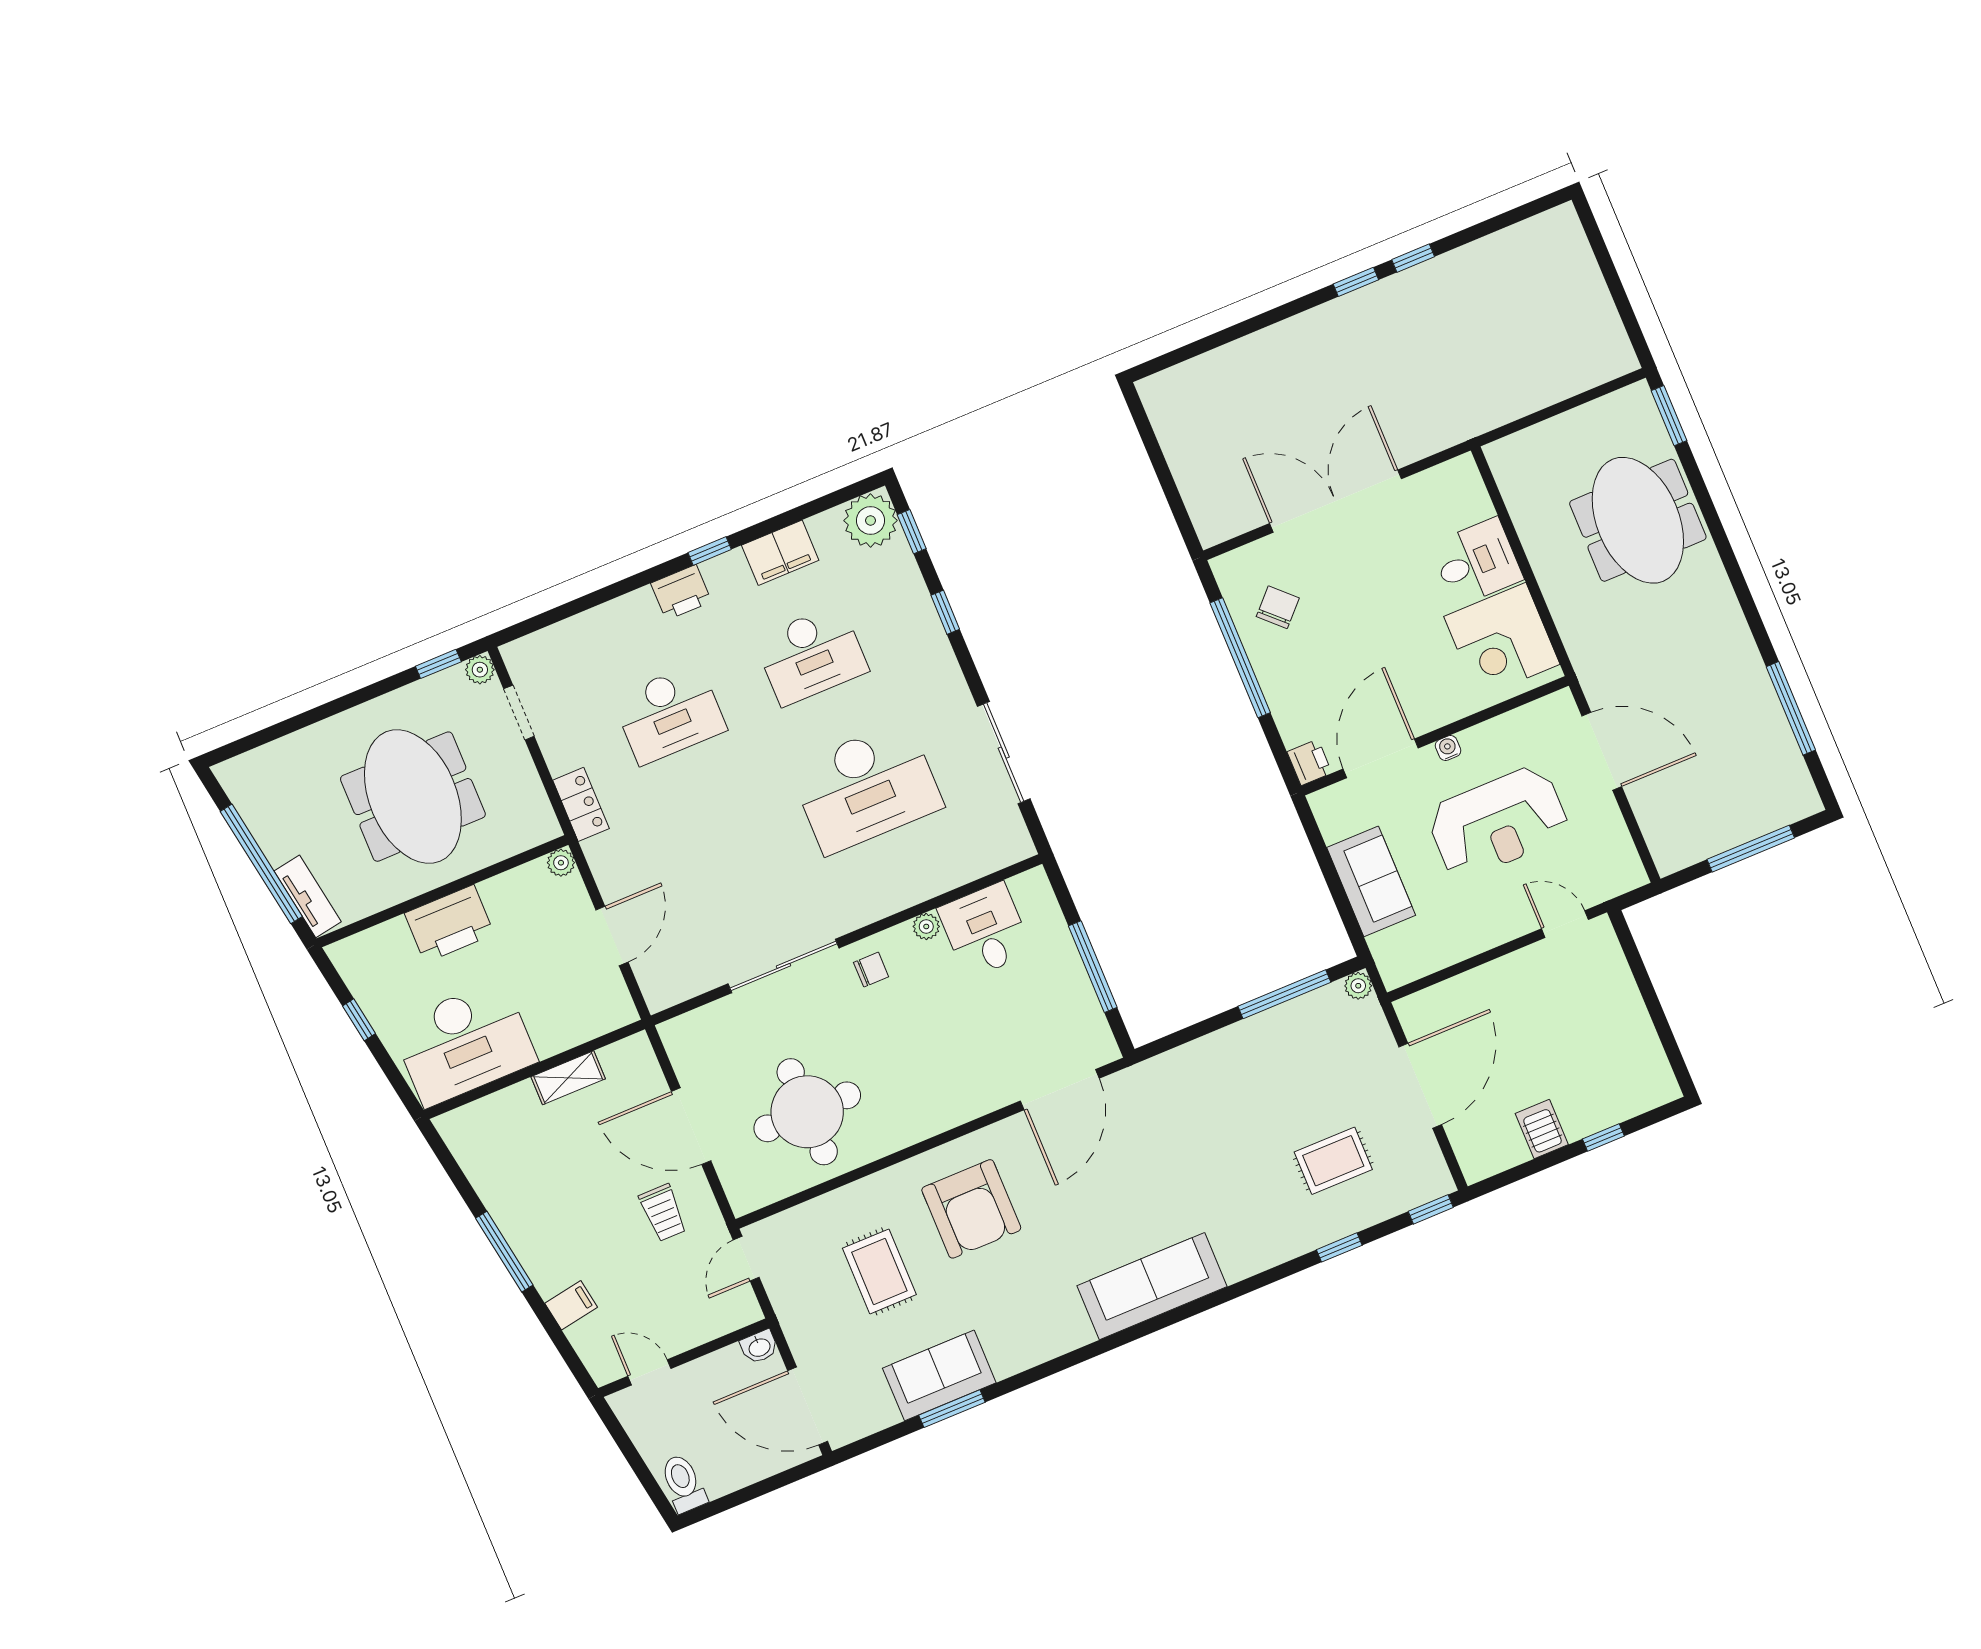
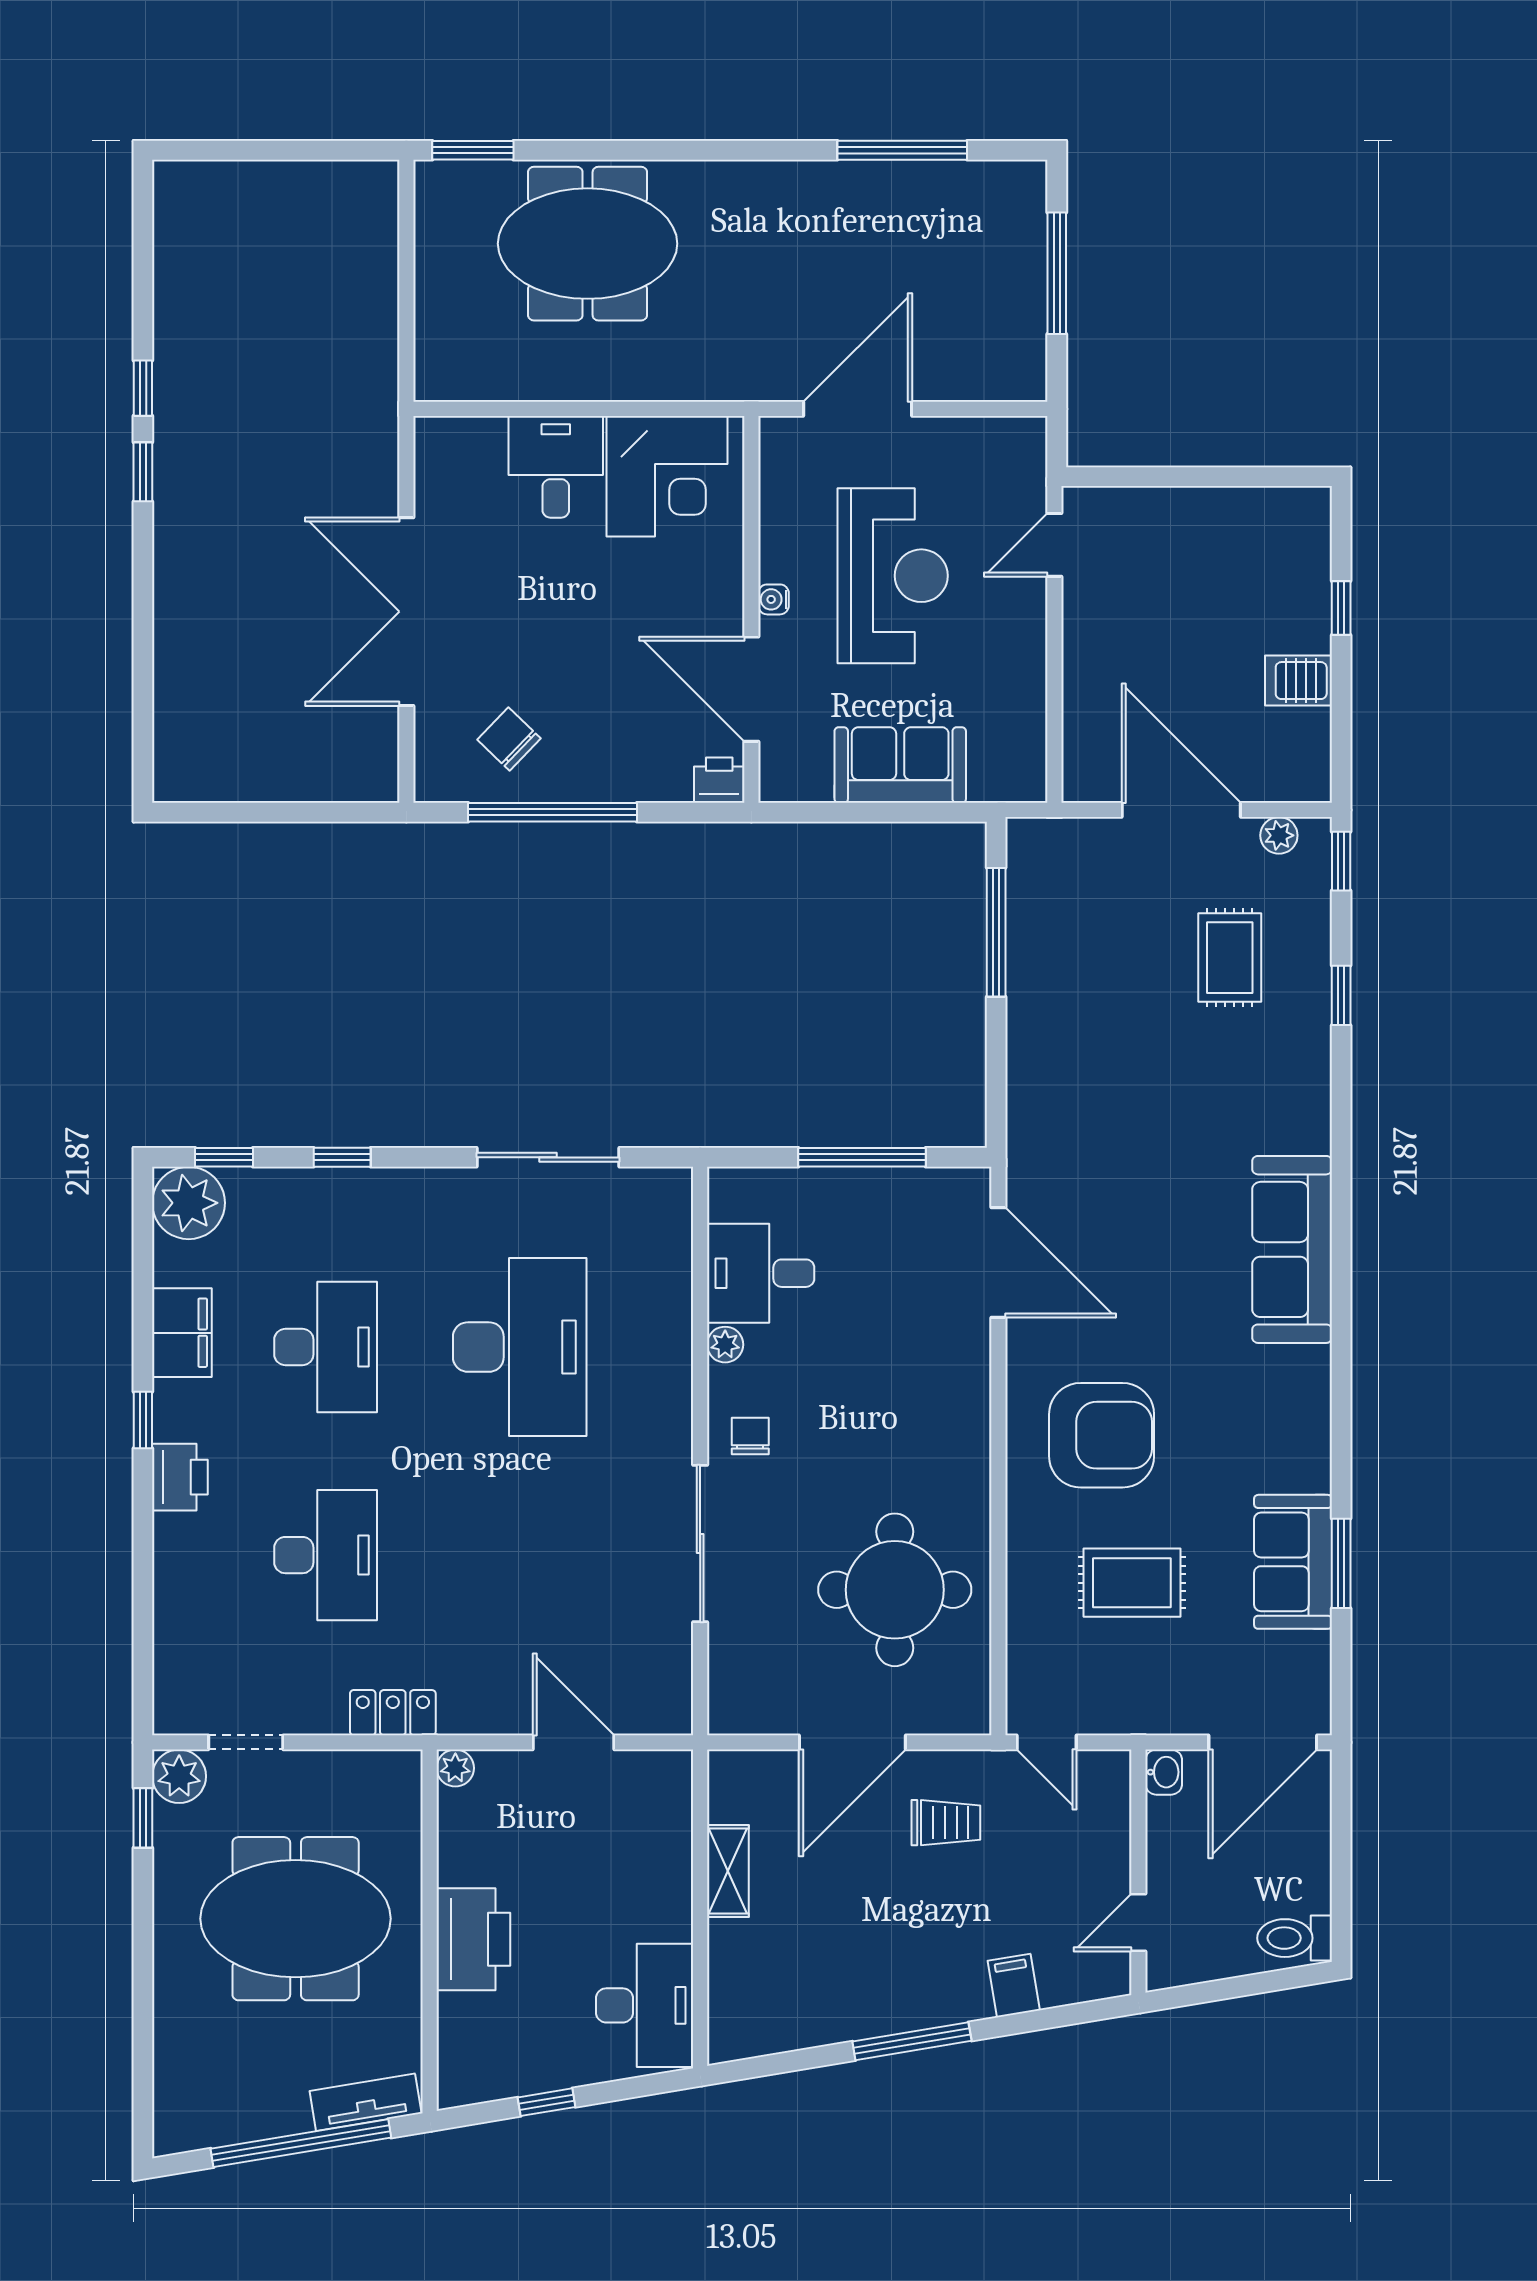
plant: (480, 670) -> (179, 1776), width x1.38, depth x1.38
plant: (1358, 986) -> (1279, 835), moved
desk: (464, 1043) -> (645, 2005), width x0.73, depth x0.77

